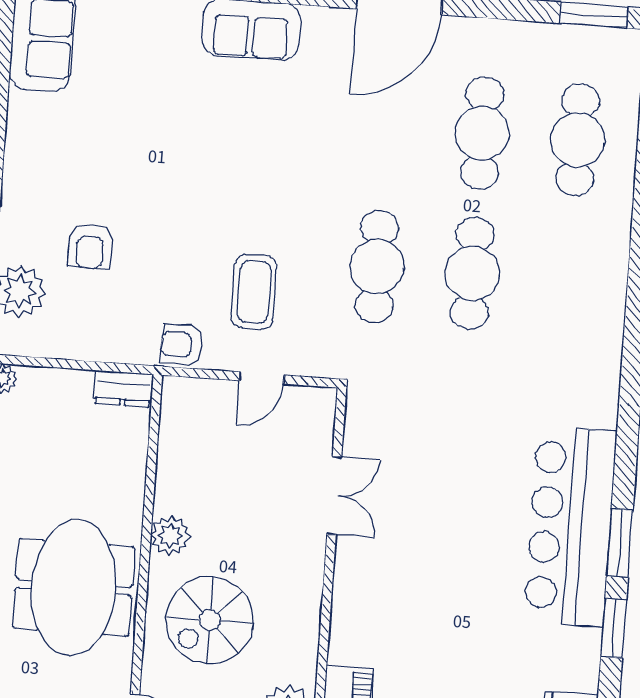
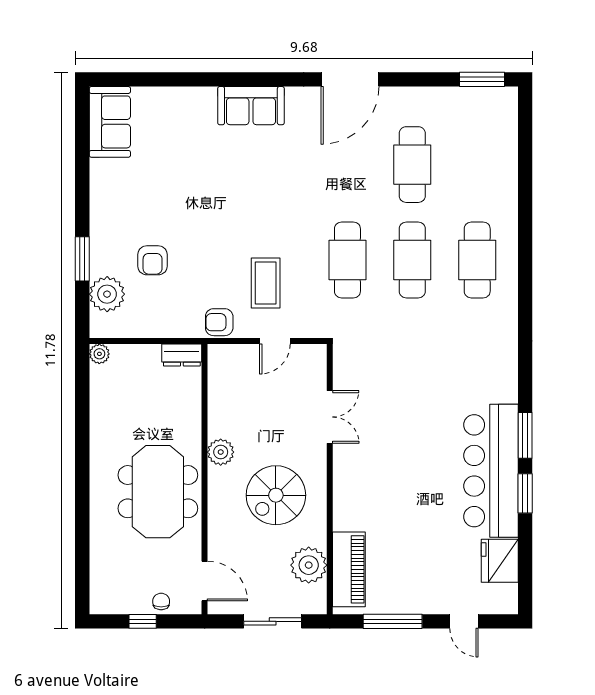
cafe table: (578, 140) -> (477, 260), moved
bar counter: (570, 526) -> (491, 471), moved
spiral stairs: (210, 620) -> (276, 495), moved

